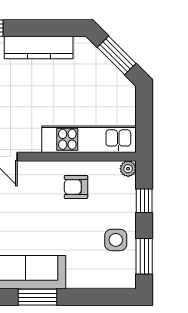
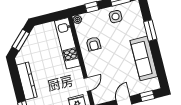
window: (37, 297) -> (150, 30), moved

